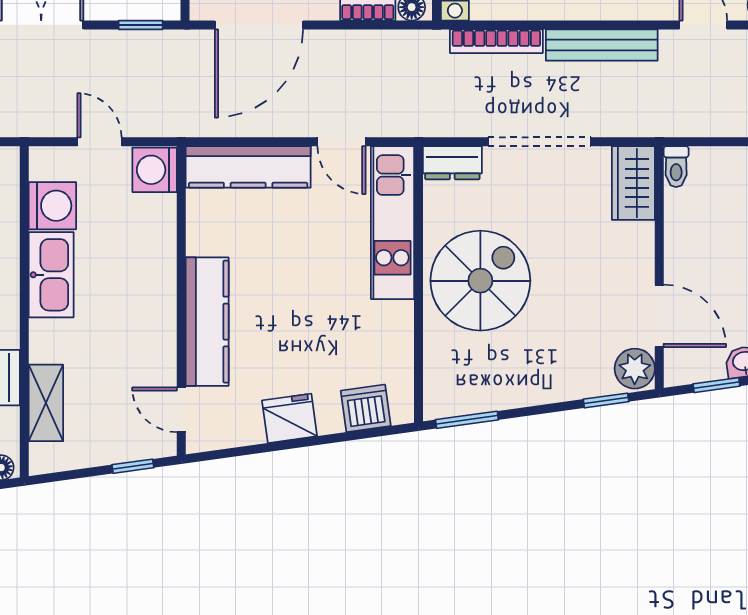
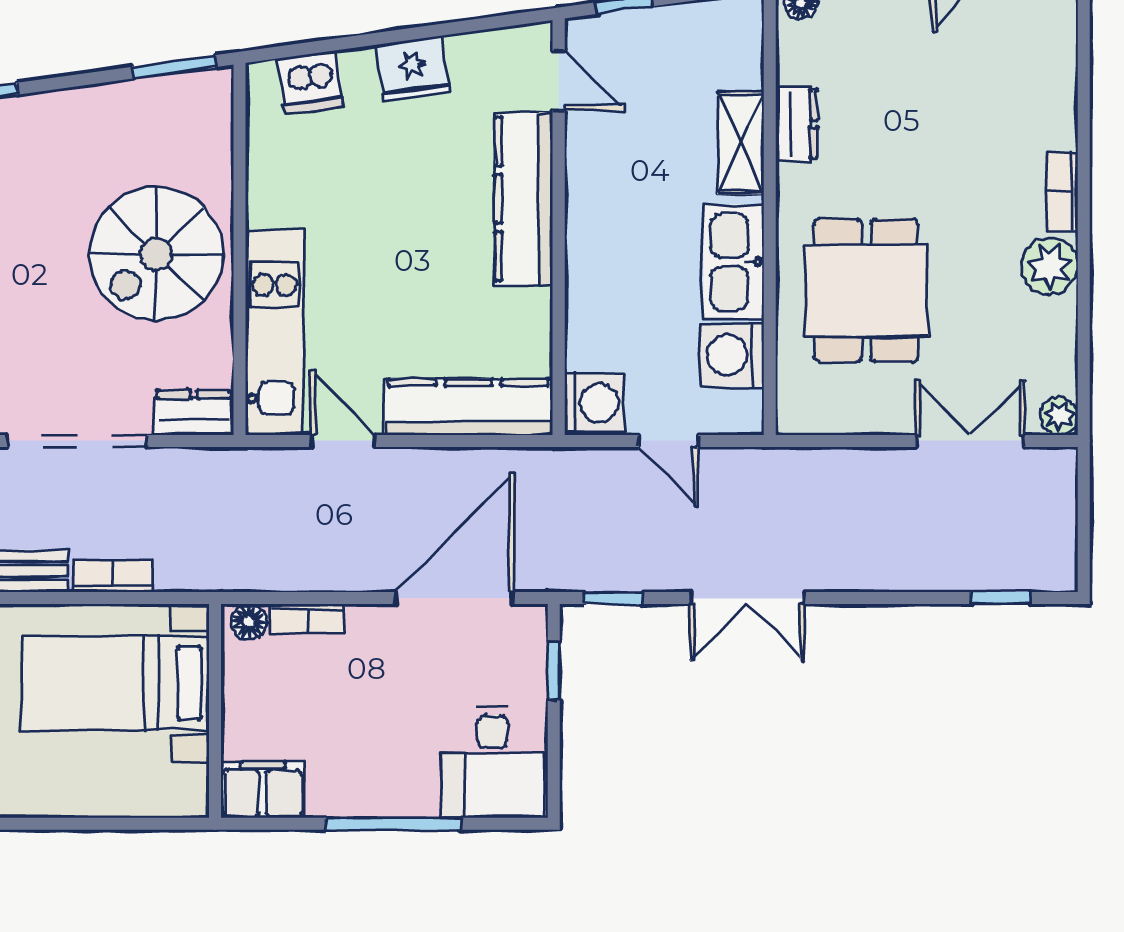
bookcase: (496, 41) -> (112, 576), width x0.64
shelving: (46, 403) -> (741, 143), moved

